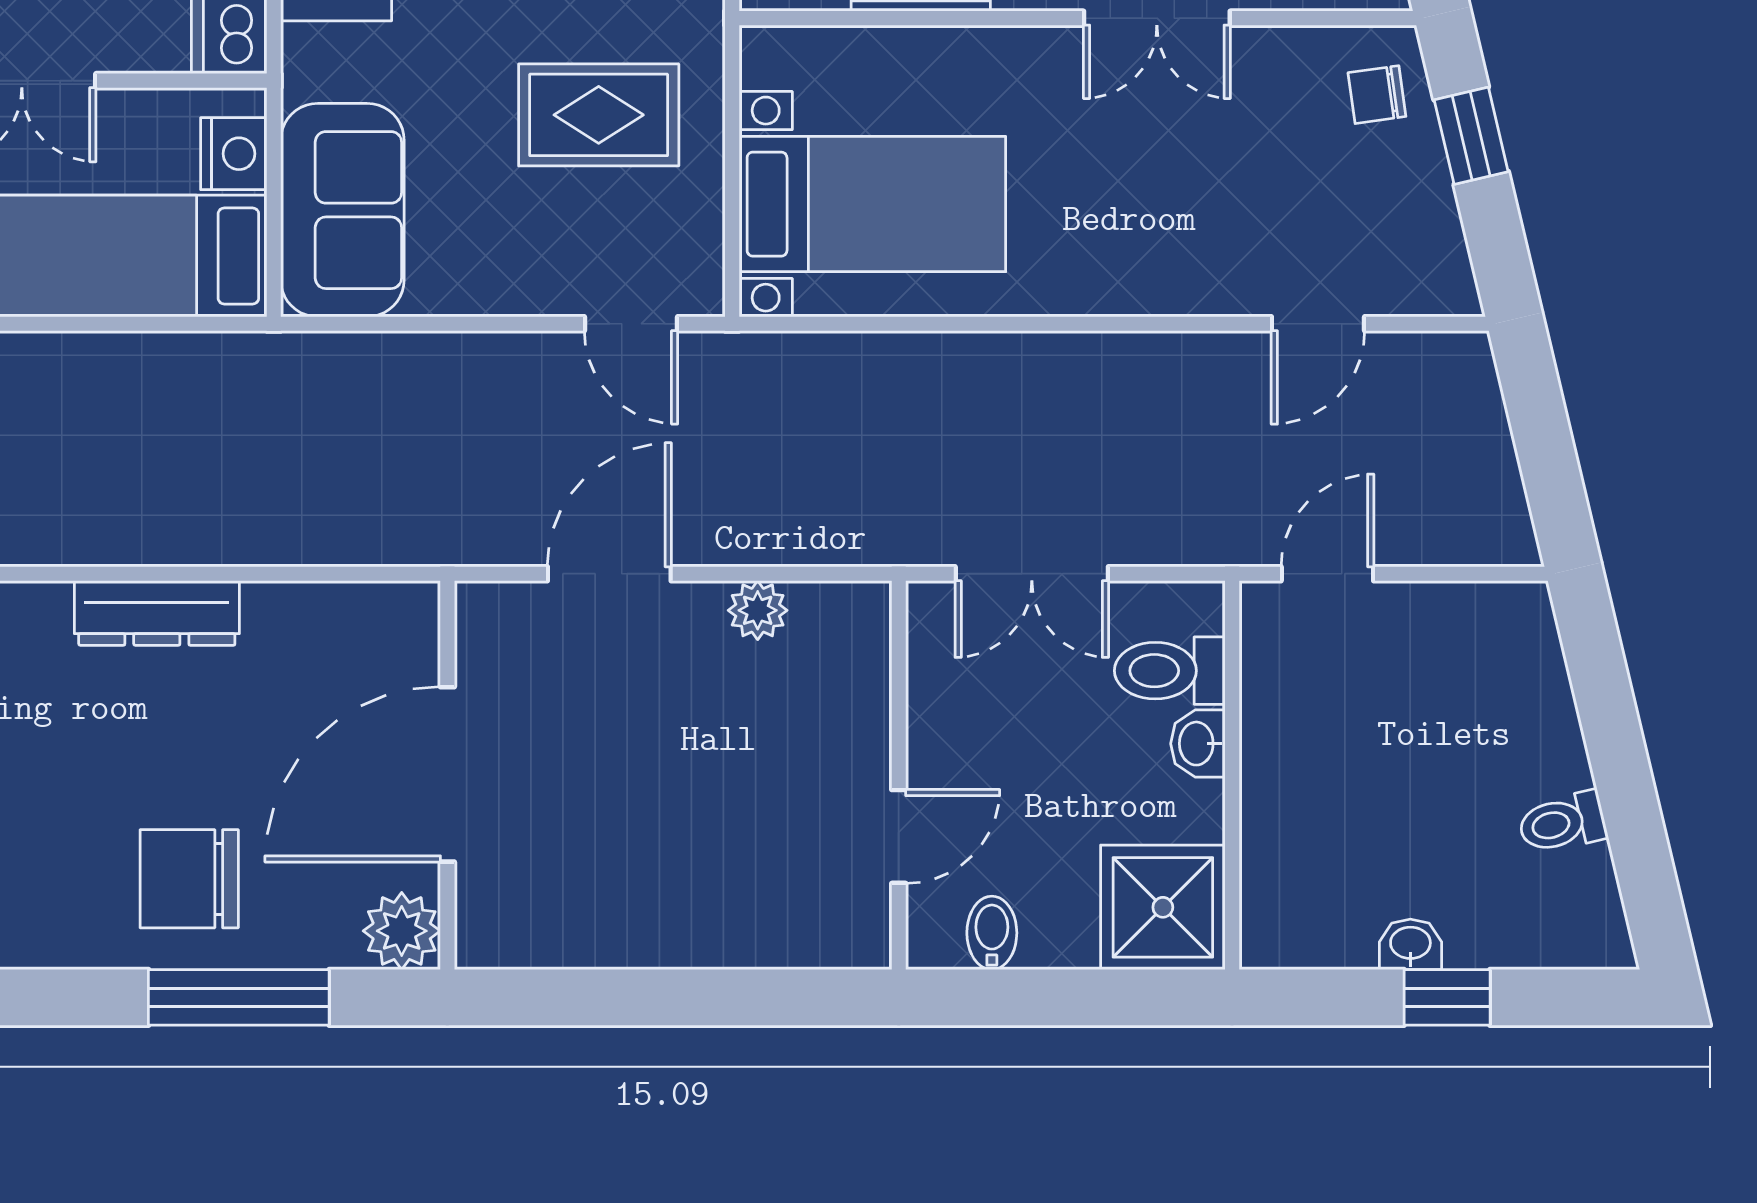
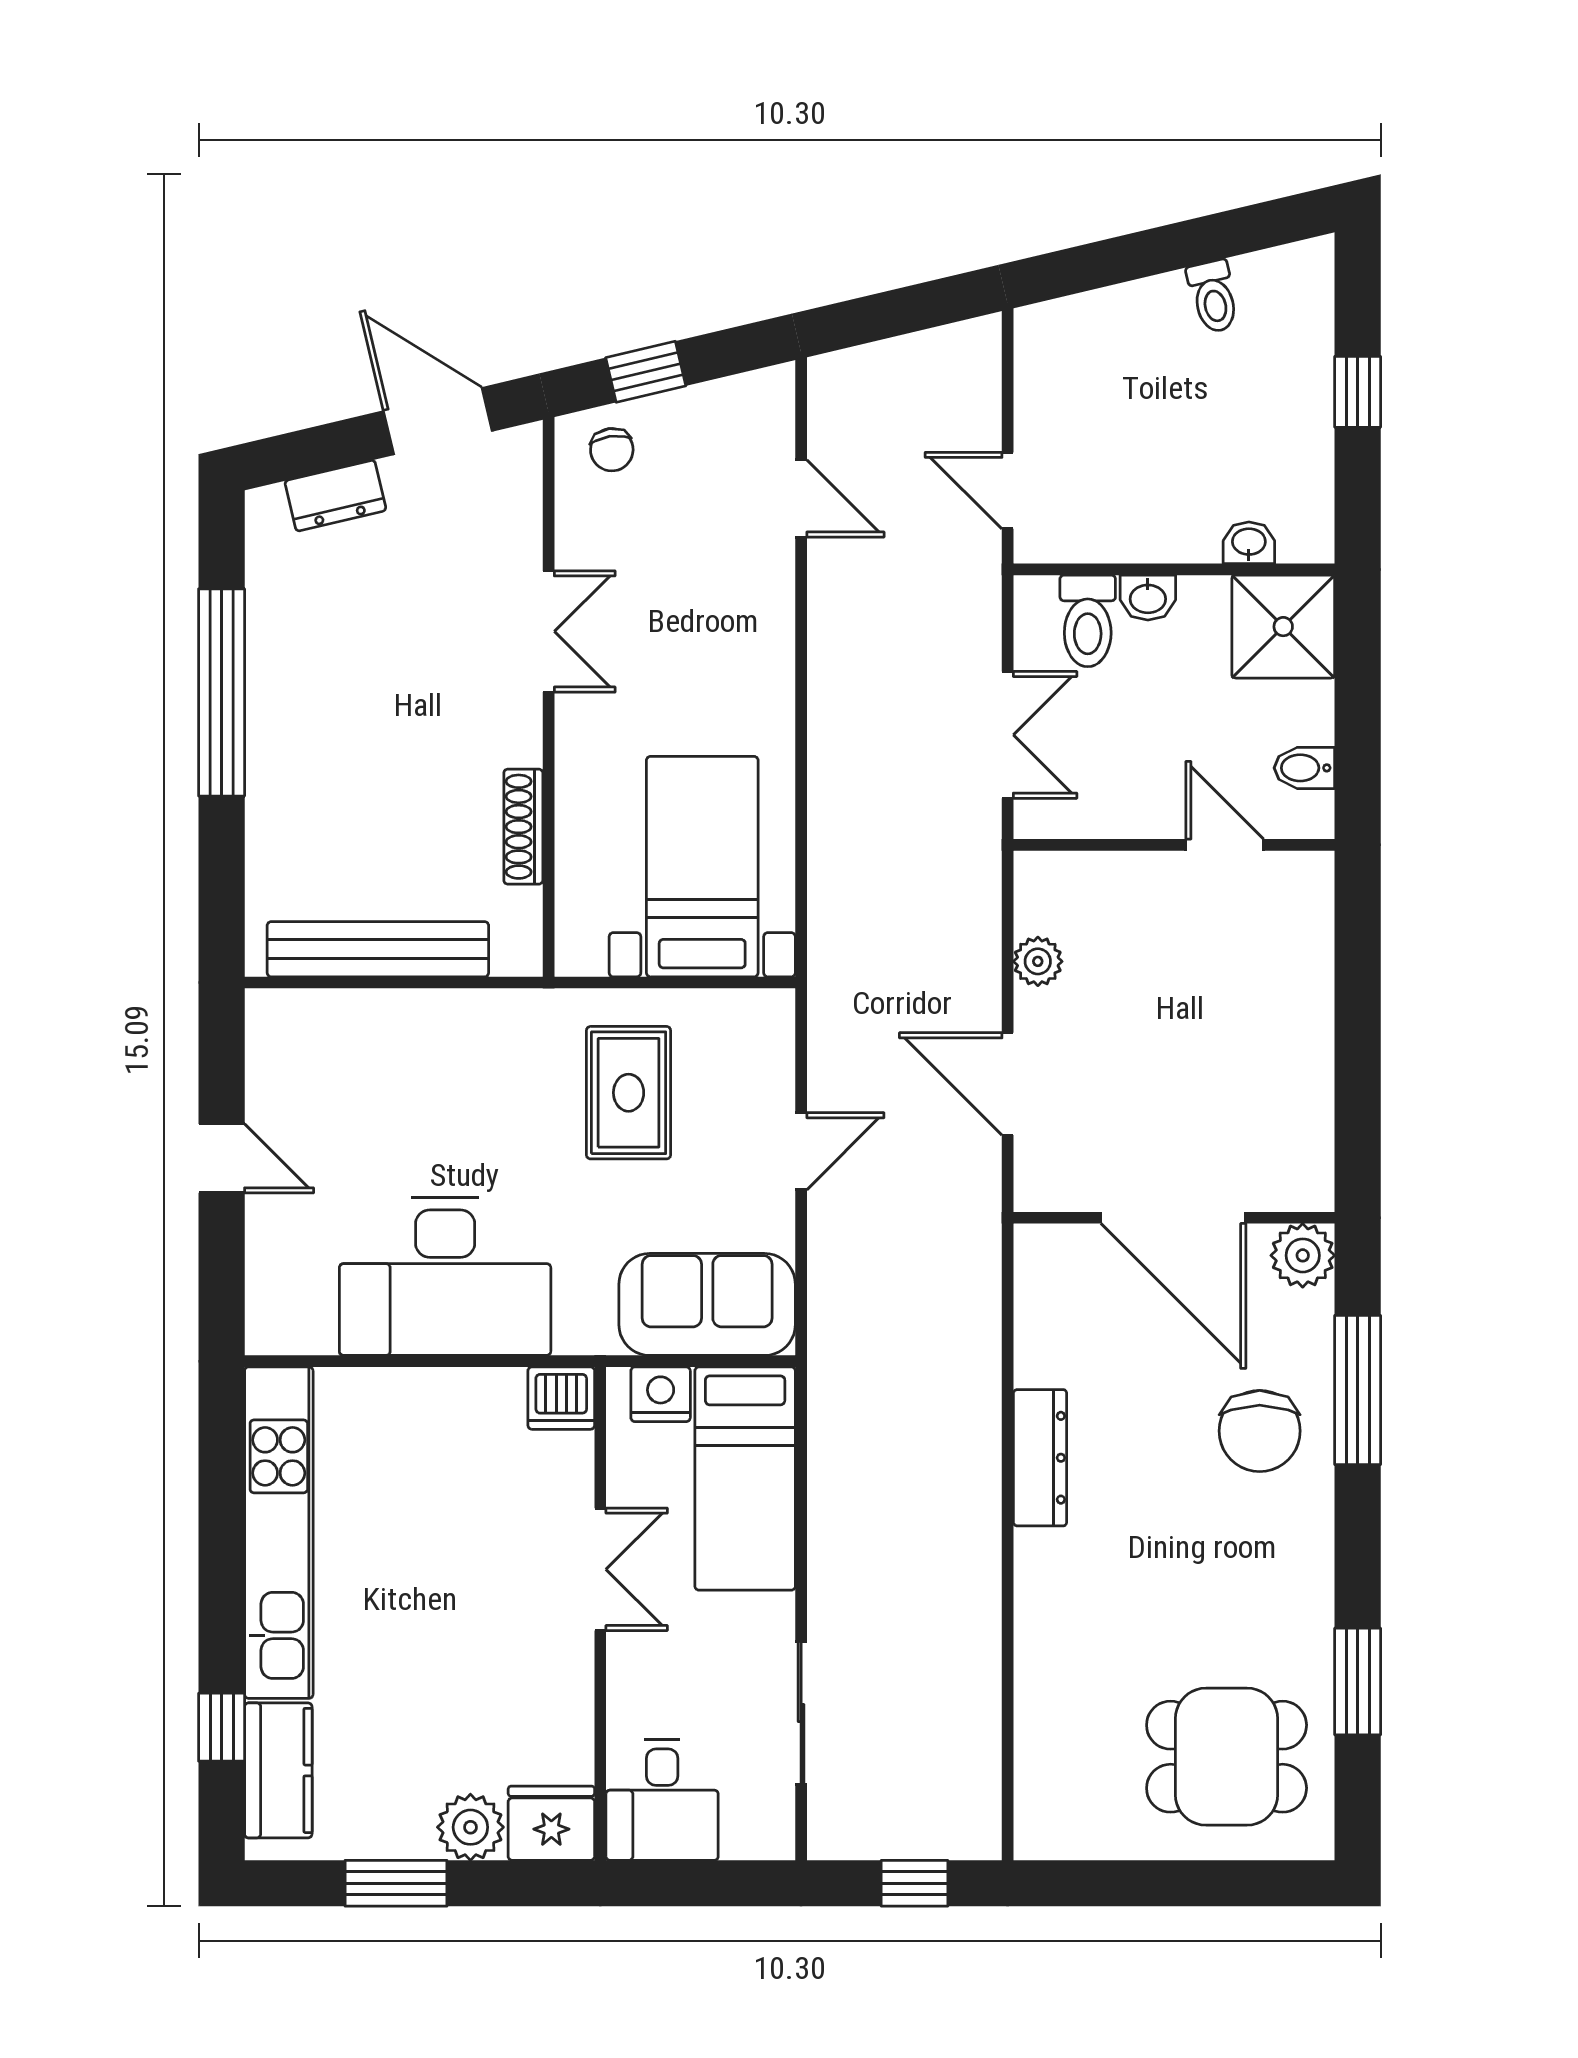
door: (631, 324) -> (801, 1151), moved
washbasin: (1410, 944) -> (1249, 543), moved, turned 90

